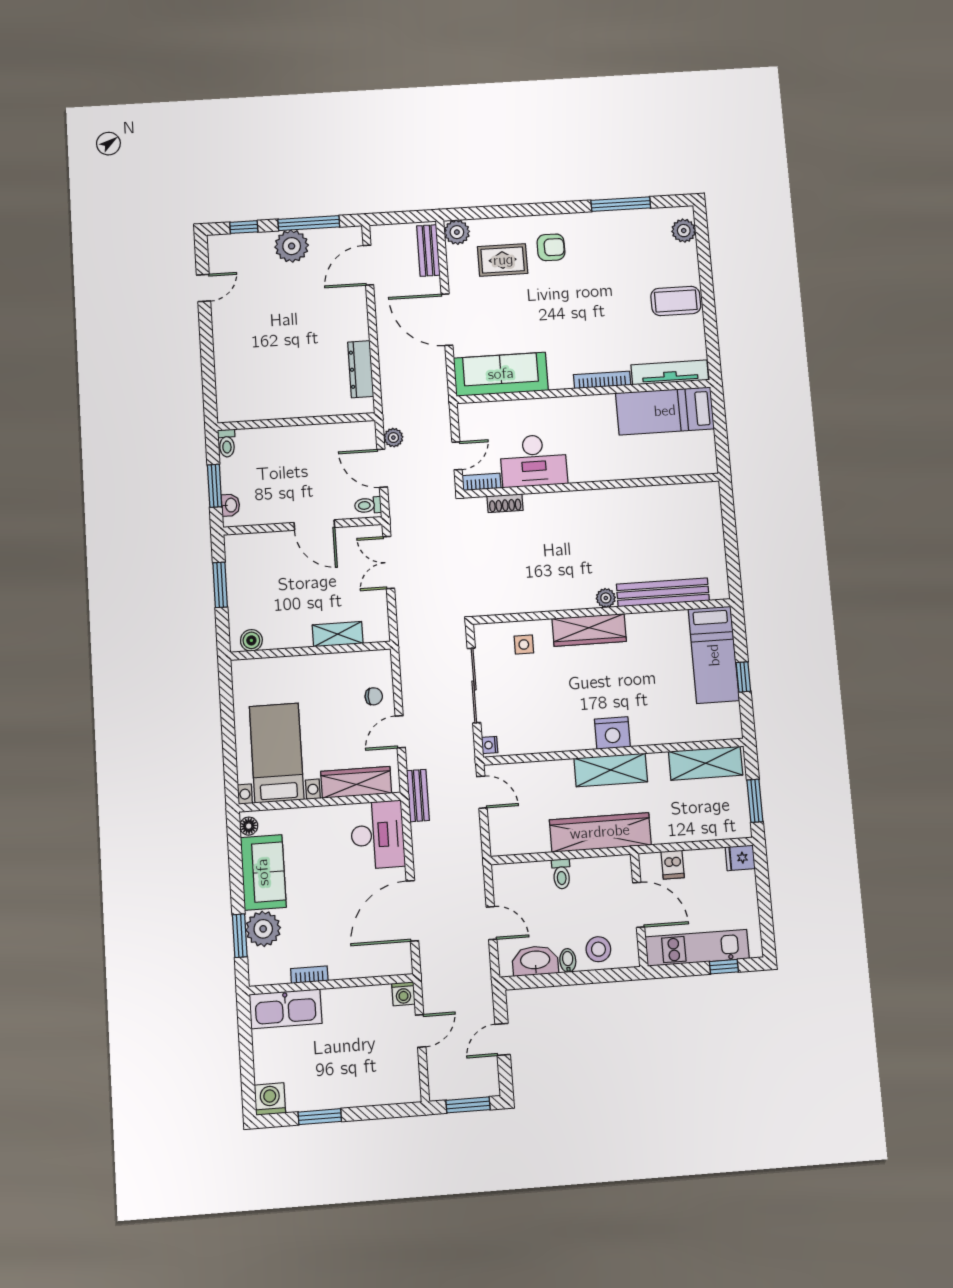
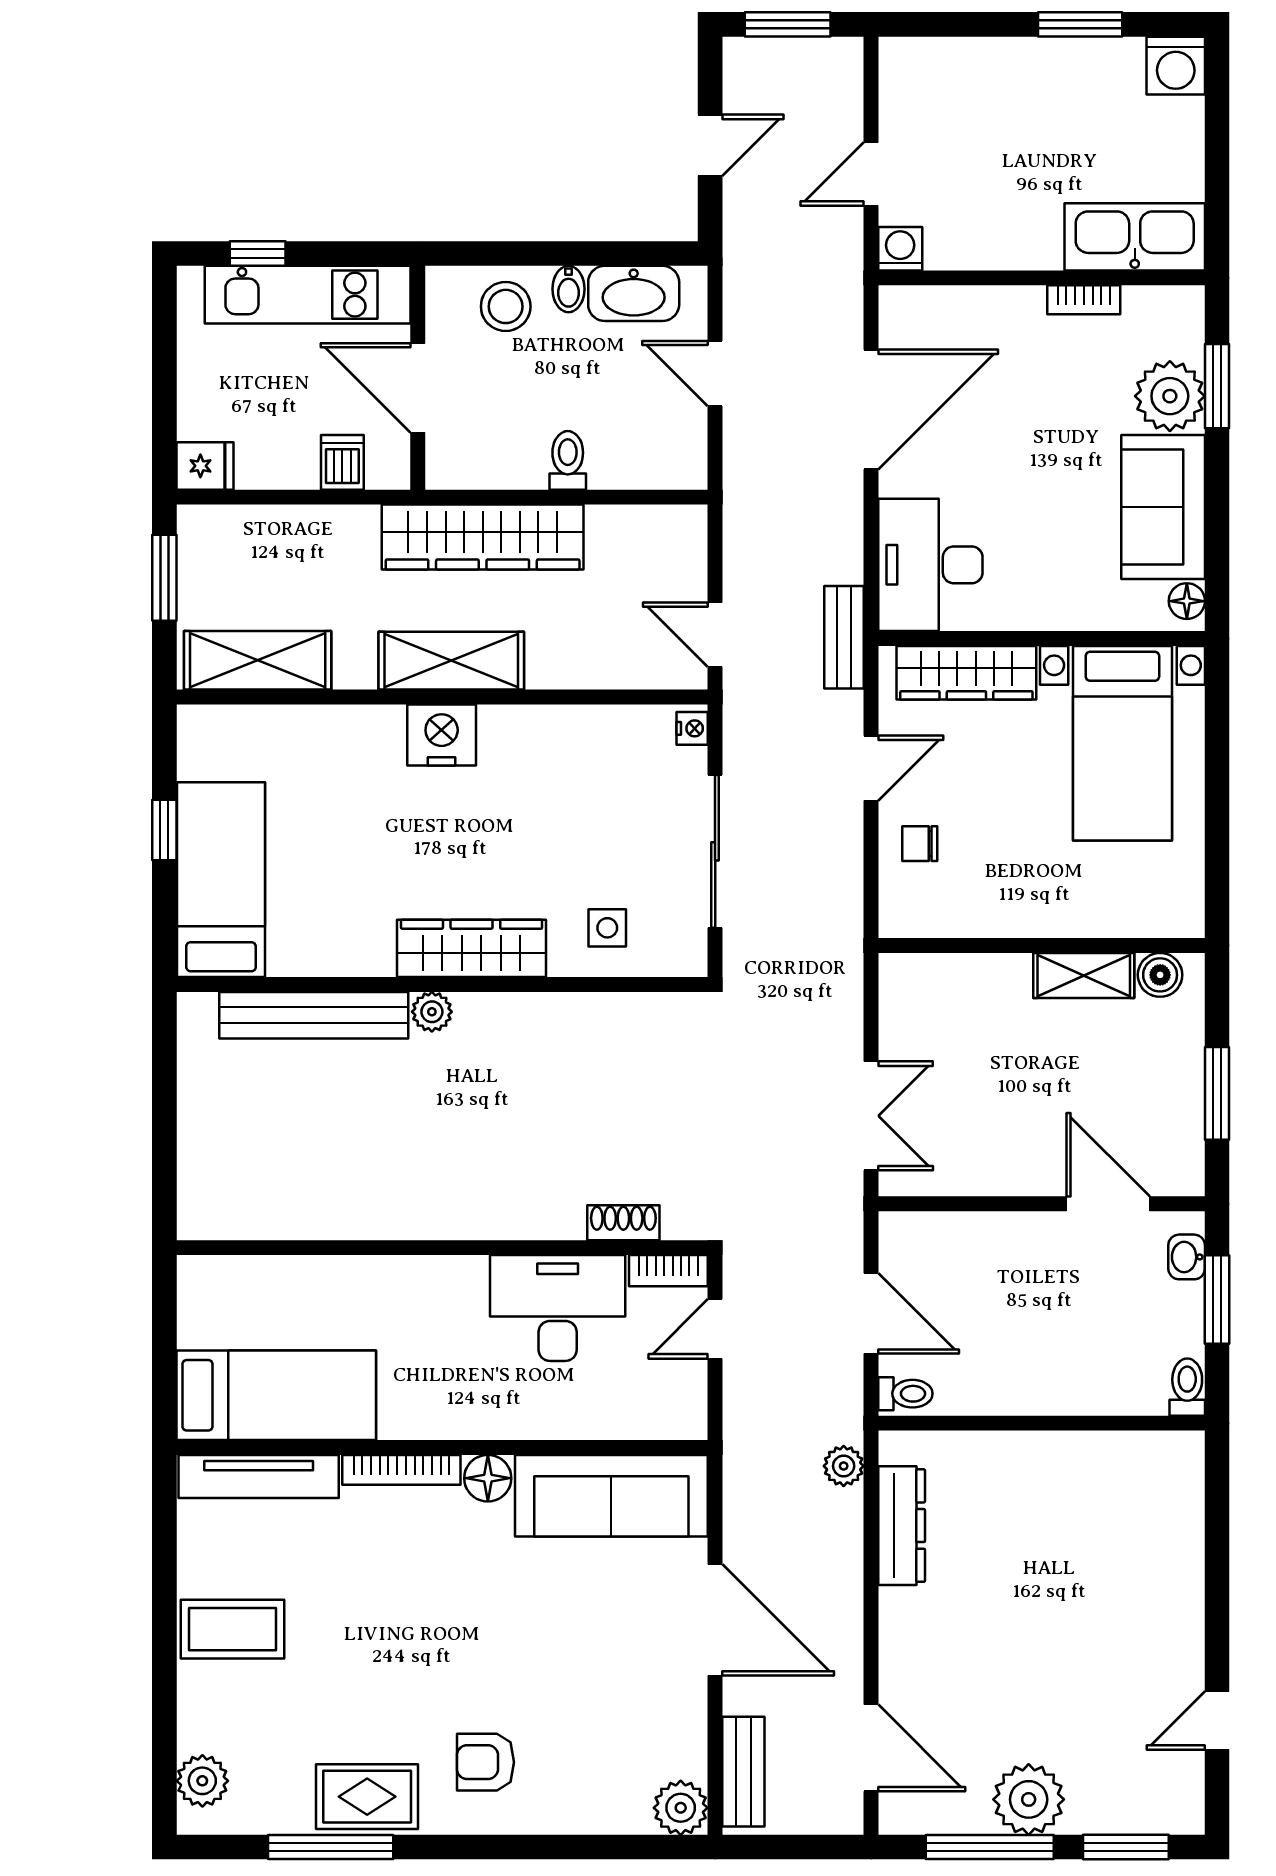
window: (244, 227) -> (1126, 1847), width x1.50
rug: (503, 260) -> (367, 1797), moved
door: (368, 265) -> (871, 1748), hinge flipped
floor lamp: (561, 379) -> (488, 1478), added
plant: (393, 438) -> (844, 1466), moved
toilet: (368, 505) -> (905, 1394), moved
door: (314, 525) -> (1108, 1204), moved
shelving: (338, 634) -> (1084, 975), moved

